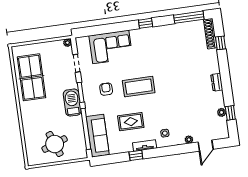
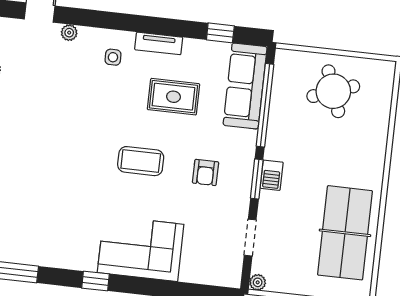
corner sofa: (111, 47) -> (141, 248), moved
coffee table: (139, 87) -> (141, 161), width x0.73, depth x0.76
barbecue: (72, 103) -> (272, 175), width x0.53, depth x0.65
window: (136, 155) -> (220, 33), moved

